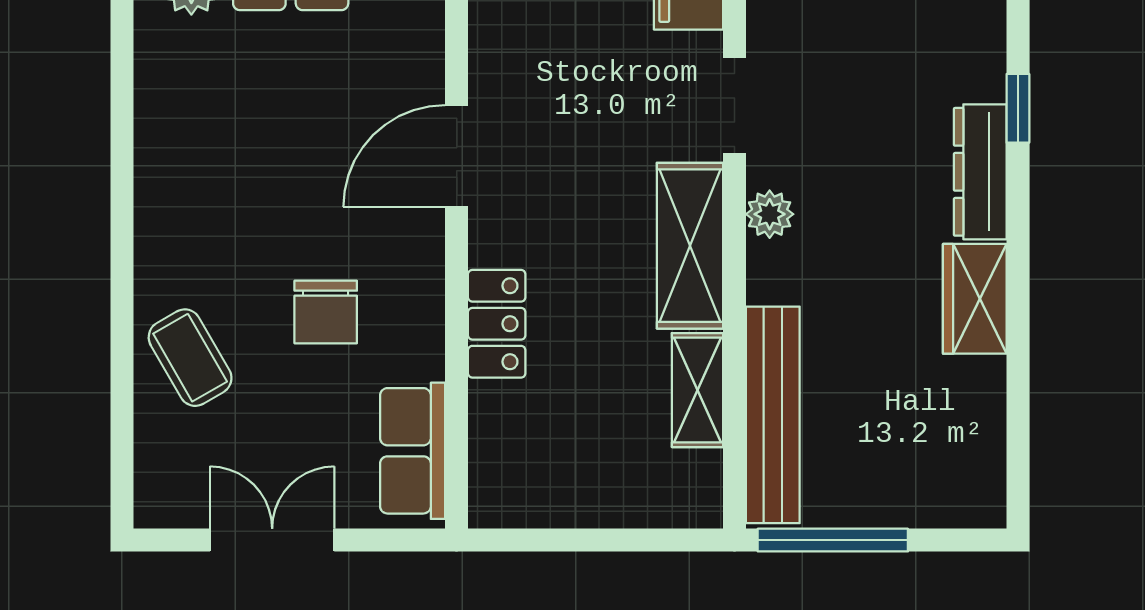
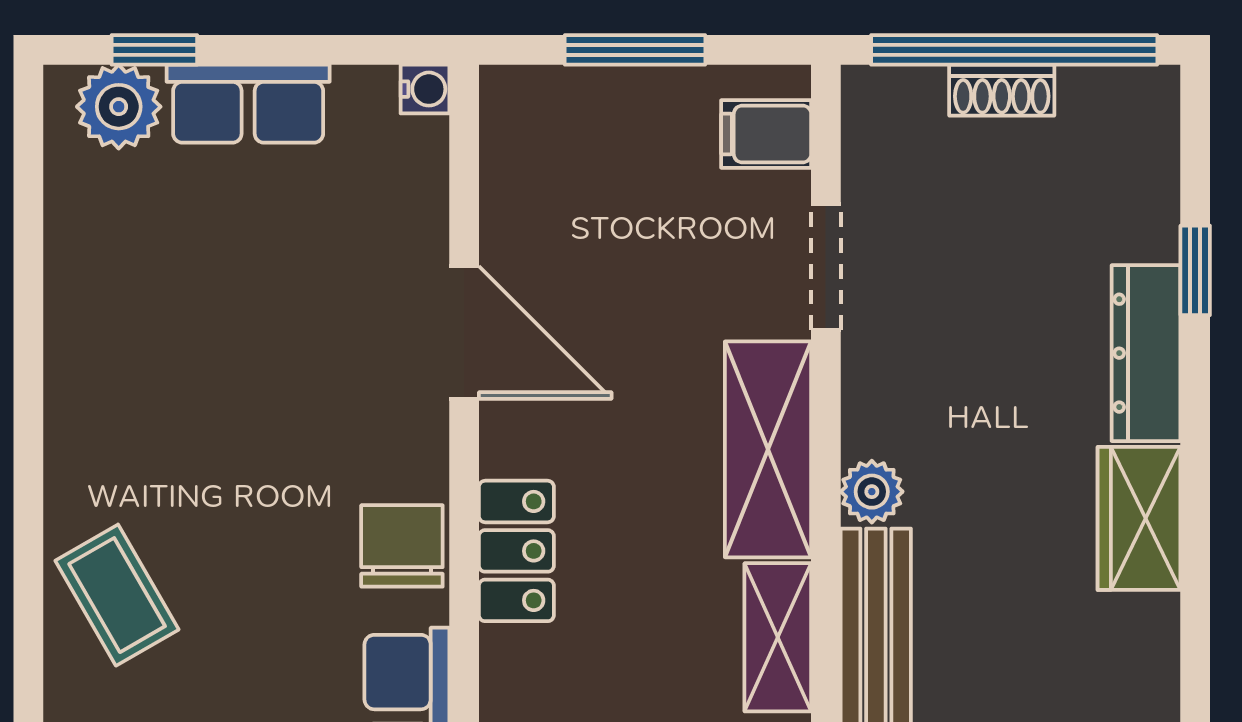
door: (457, 156) -> (464, 333), swing flipped
plant: (770, 214) -> (872, 492), moved
chair: (326, 312) -> (402, 546), moved, turned 180

